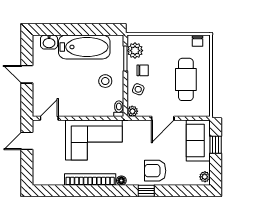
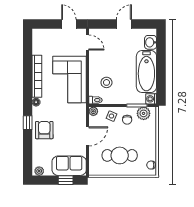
washing machine: (117, 41) -> (151, 99), added
stool: (105, 81) -> (106, 82), moved
door: (163, 118) -> (88, 136), swing flipped

